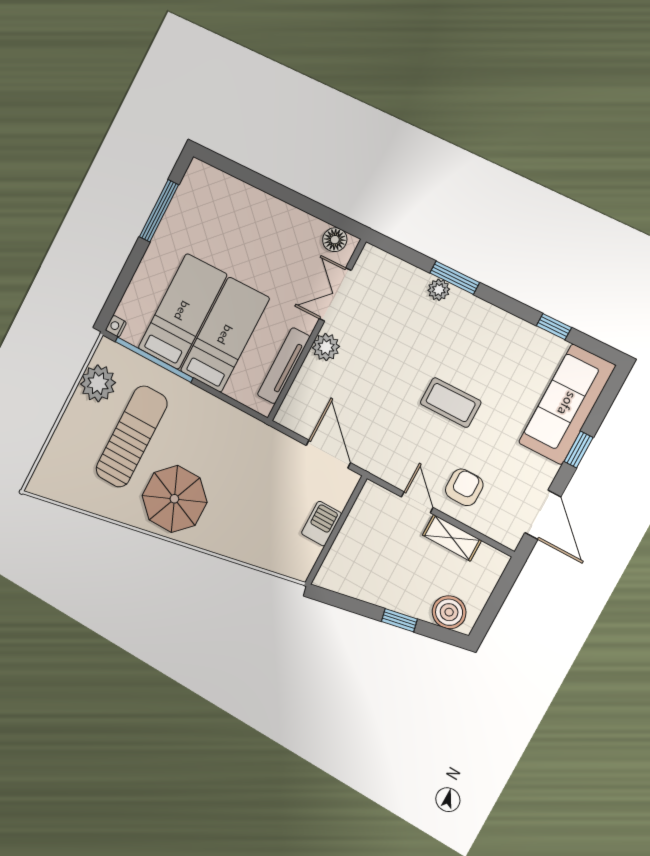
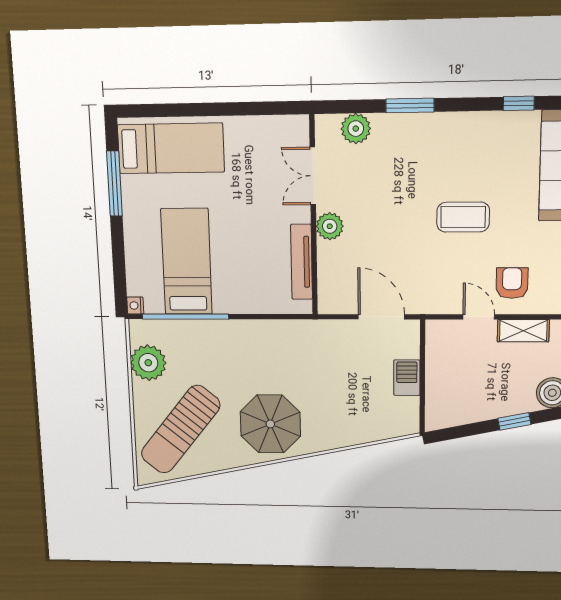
floor lamp: (335, 240) -> (286, 127), removed
plant: (439, 290) -> (356, 129), moved, width x1.38, depth x1.38
bed: (225, 335) -> (171, 148), moved, turned 90
sun lounger: (131, 436) -> (180, 429), moved, turned -141

